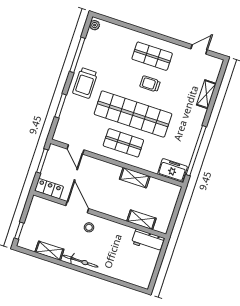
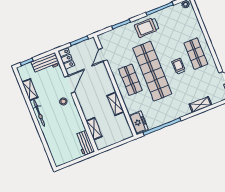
workbench: (36, 213) -> (45, 63), added

